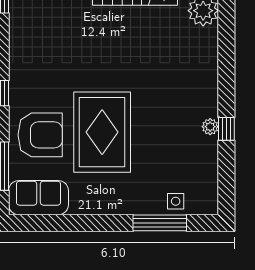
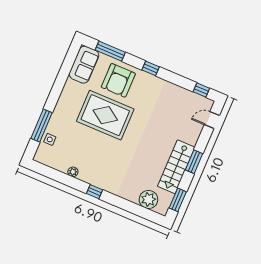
plant: (210, 127) -> (73, 172), moved
window: (226, 129) -> (95, 192), moved

